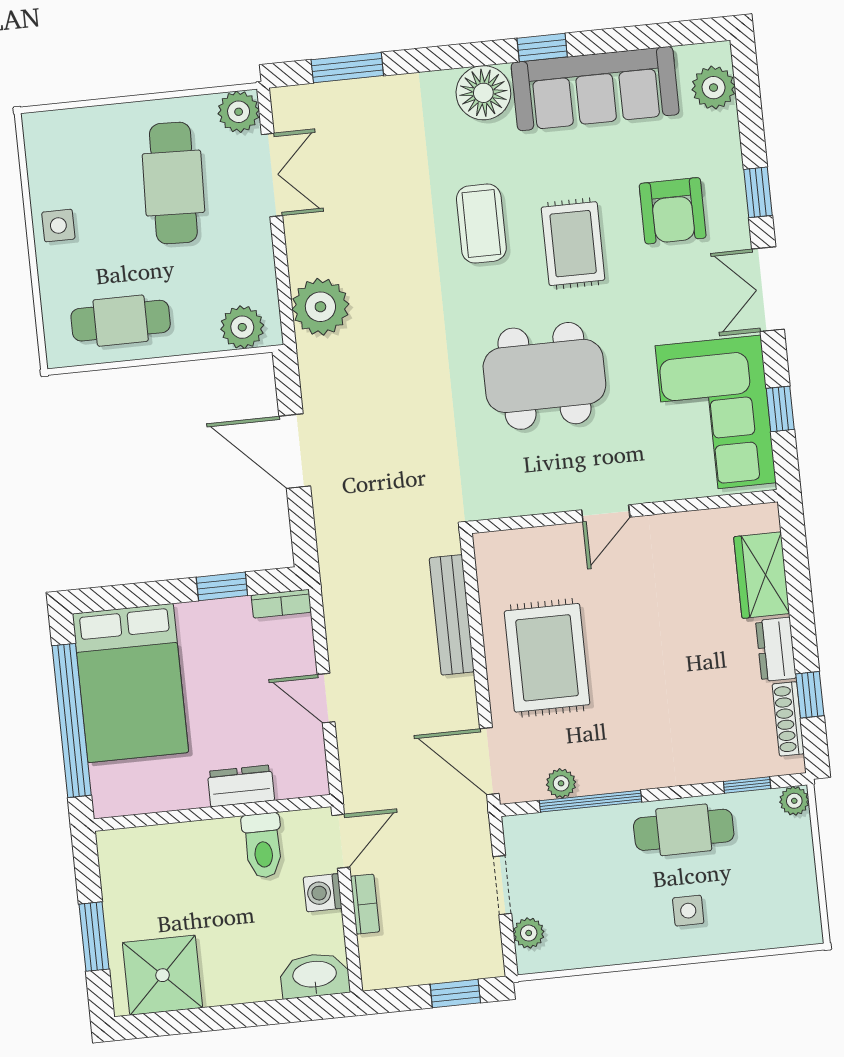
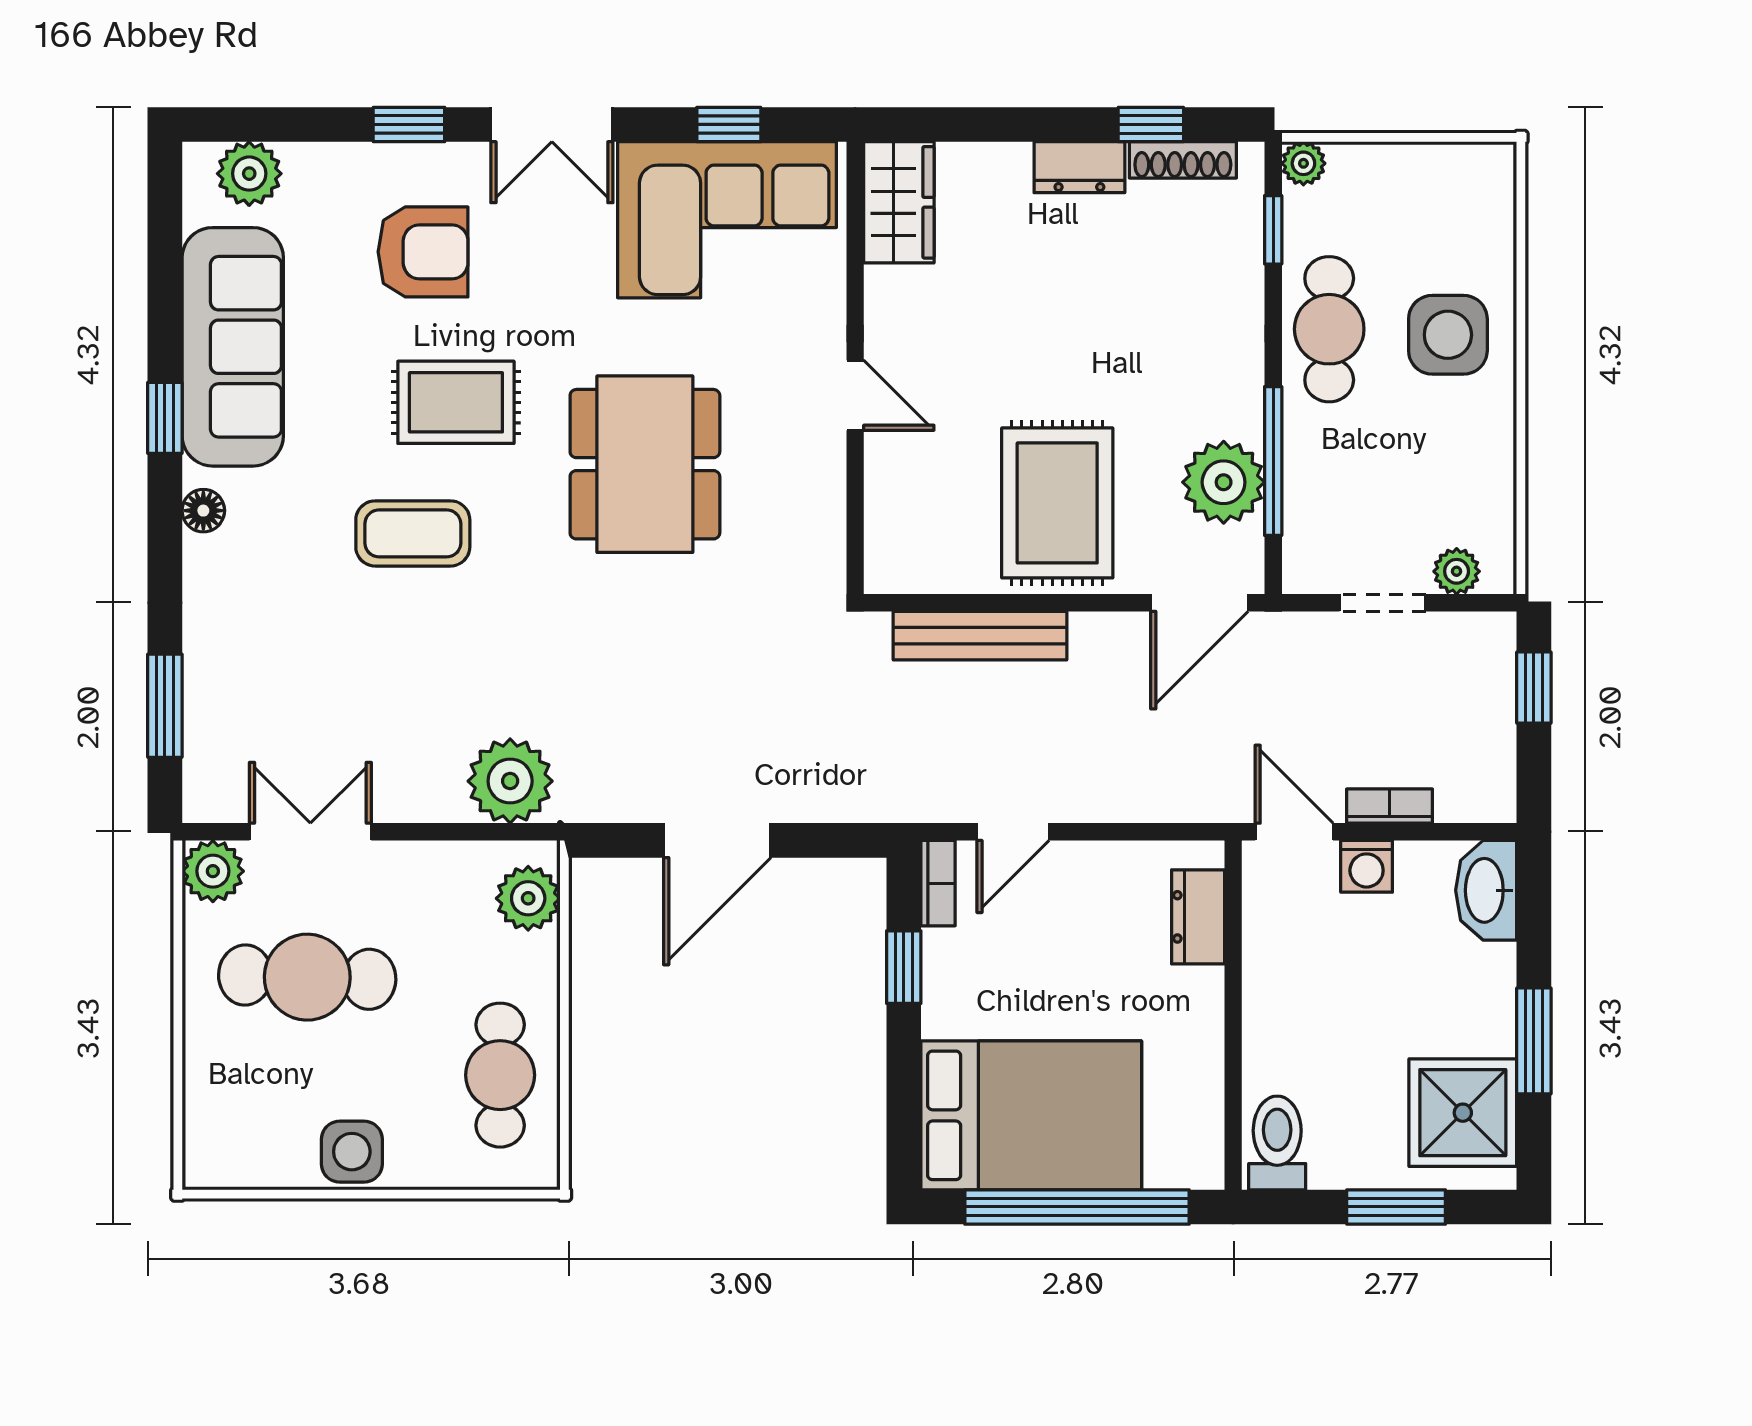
floor lamp: (483, 93) -> (203, 511), width x0.53, depth x0.53
side table: (58, 226) -> (352, 1152), width x1.37, depth x1.37
wardrobe: (762, 575) -> (899, 202), moved, turned -90
rug: (547, 658) -> (1057, 503), turned 90
door: (326, 698) -> (1013, 832), moved
plant: (561, 783) -> (1224, 482), width x1.88, depth x1.88
dresser: (241, 786) -> (1198, 917), moved
toilet: (263, 846) -> (1277, 1143), moved, turned -90
side table: (688, 911) -> (1448, 335), width x1.87, depth x1.87
window: (216, 1018) -> (1534, 1041), added

